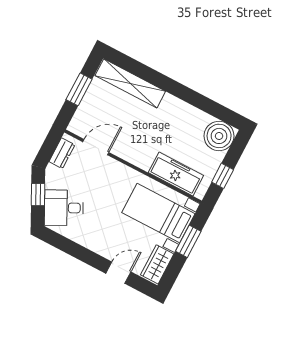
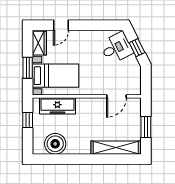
boiler: (219, 136) -> (55, 144), moved
dresser: (62, 153) -> (136, 81), removed

